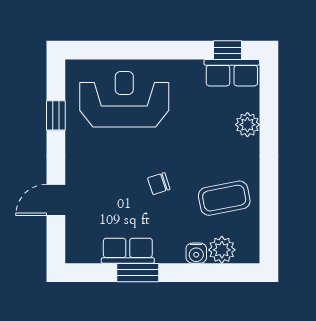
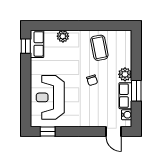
window: (56, 115) -> (48, 131), moved
door: (56, 200) -> (113, 131), moved
plant: (222, 250) -> (125, 74), moved
water cooler: (196, 253) -> (127, 115), moved

